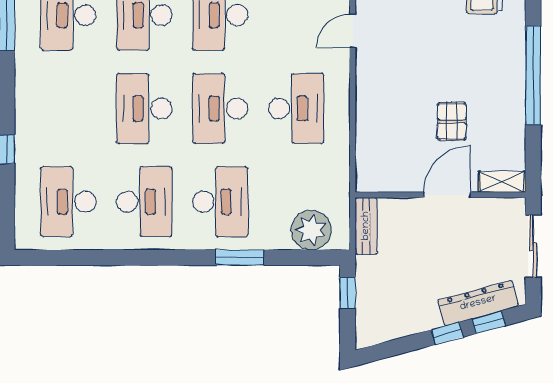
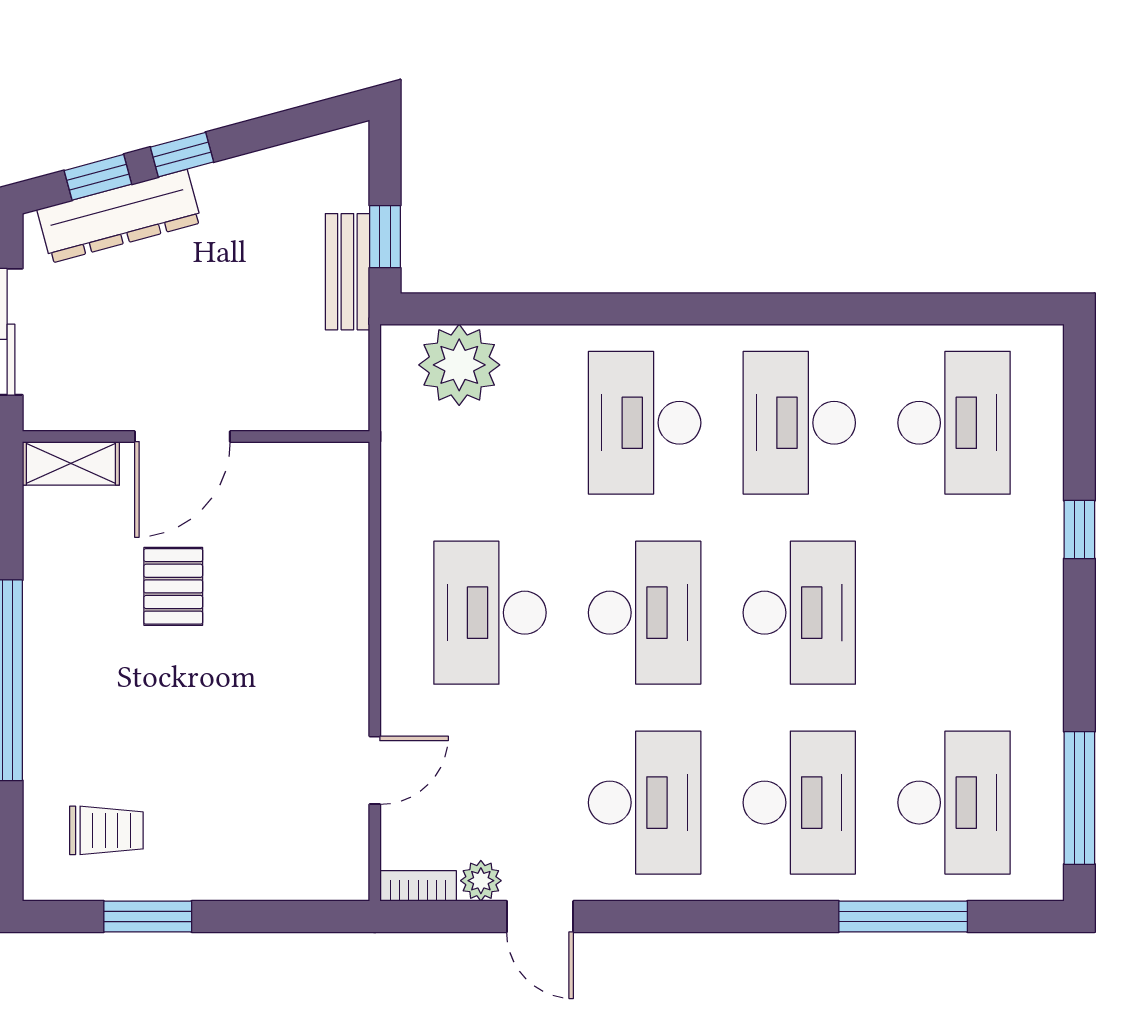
bench: (366, 226) -> (347, 272), moved
window: (240, 258) -> (605, 309), removed

